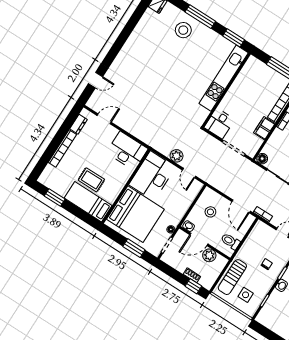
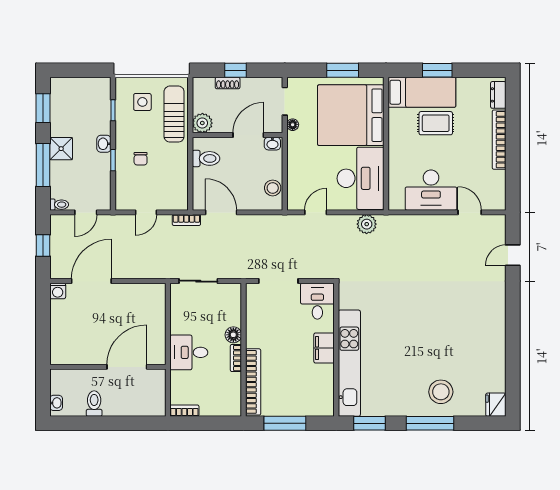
door: (104, 119) -> (470, 212), swing flipped
dresser: (79, 124) -> (498, 95), moved
filing cabinet: (264, 128) -> (324, 348), moved, turned 180
desk: (127, 151) -> (431, 190), moved
plant: (176, 156) -> (367, 224), moved
floor lamp: (262, 159) -> (233, 335), moved
door: (189, 173) -> (316, 212), hinge flipped
window: (55, 197) -> (437, 70), moved
stool: (210, 212) -> (273, 188), moved
window: (134, 248) -> (343, 70), moved
plant: (209, 255) -> (202, 123), moved
window: (193, 286) -> (236, 70), moved

